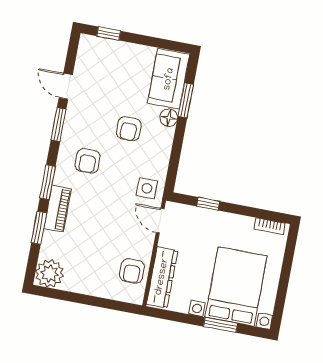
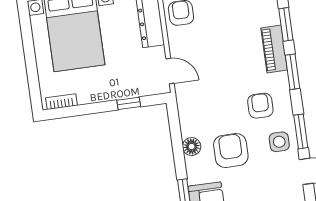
floor lamp: (169, 118) -> (192, 147), moved
armchair: (129, 129) -> (231, 150), width x1.38, depth x1.38
side table: (147, 188) -> (279, 142), moved

